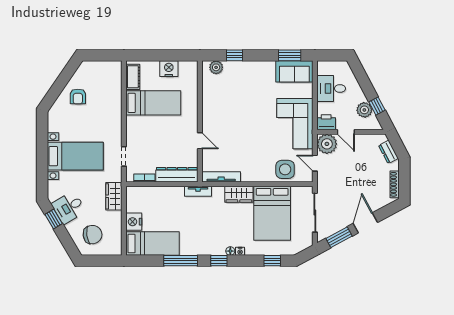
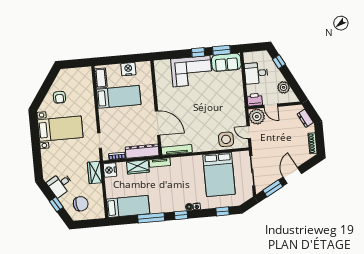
window: (235, 55) -> (198, 52), moved
plant: (216, 67) -> (165, 65), removed
window: (377, 106) -> (279, 62), moved
corner sofa: (295, 124) -> (192, 71), moved, turned -90
door: (200, 141) -> (158, 123), width x1.88
bed with nightstands: (75, 156) -> (60, 129), moved
wardrobe: (239, 194) -> (138, 167), moved
window: (54, 219) -> (56, 204), moved
nightstand: (134, 222) -> (110, 170), moved

